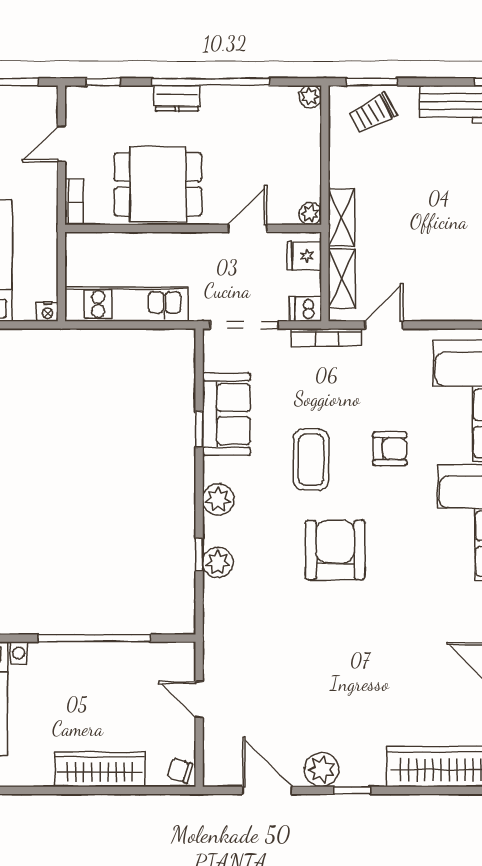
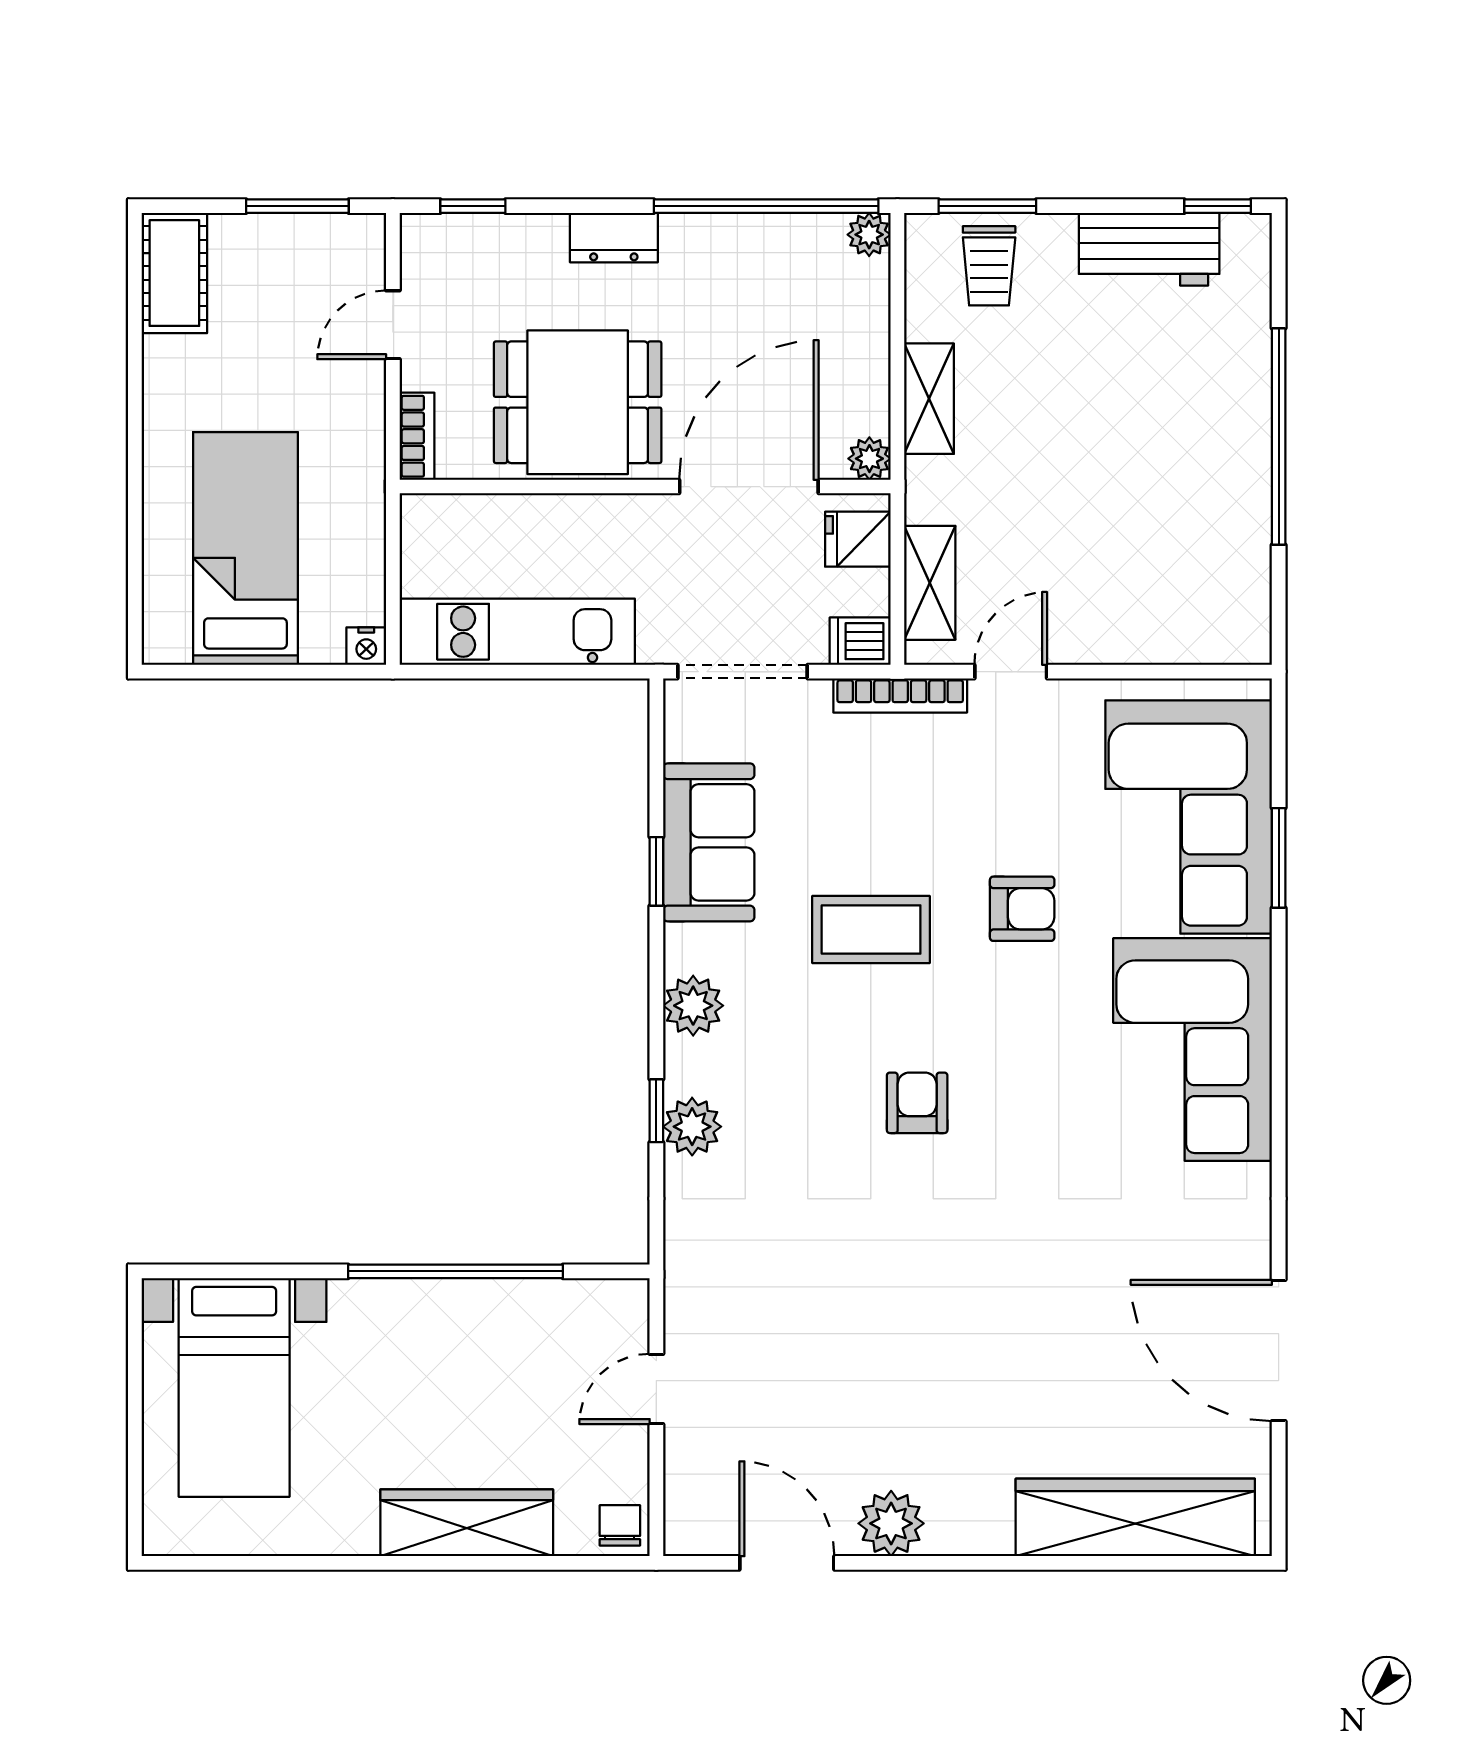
window: (211, 82) -> (766, 206), moved
trolley: (373, 113) -> (989, 266), turned -62
shelving: (341, 218) -> (929, 399), moved
door: (247, 228) -> (749, 487), width x1.87
coffee table: (311, 460) -> (871, 930), turned 90
armchair: (335, 550) -> (917, 1103), width x0.53, depth x0.53
door: (199, 699) -> (656, 1389), hinge flipped
chair: (180, 771) -> (620, 1525), turned 73
window: (352, 790) -> (949, 1563), removed

